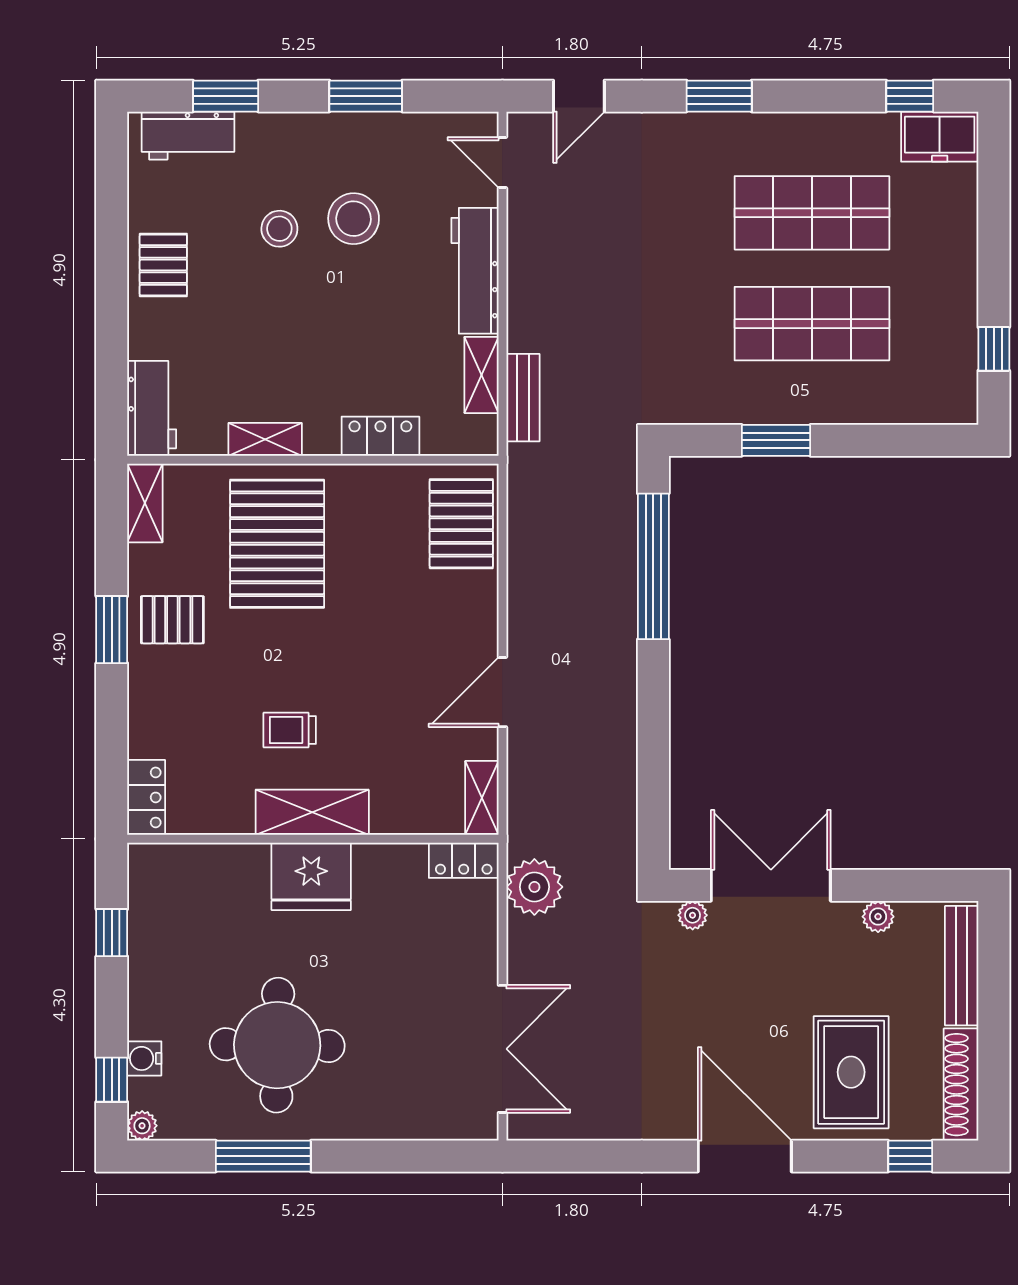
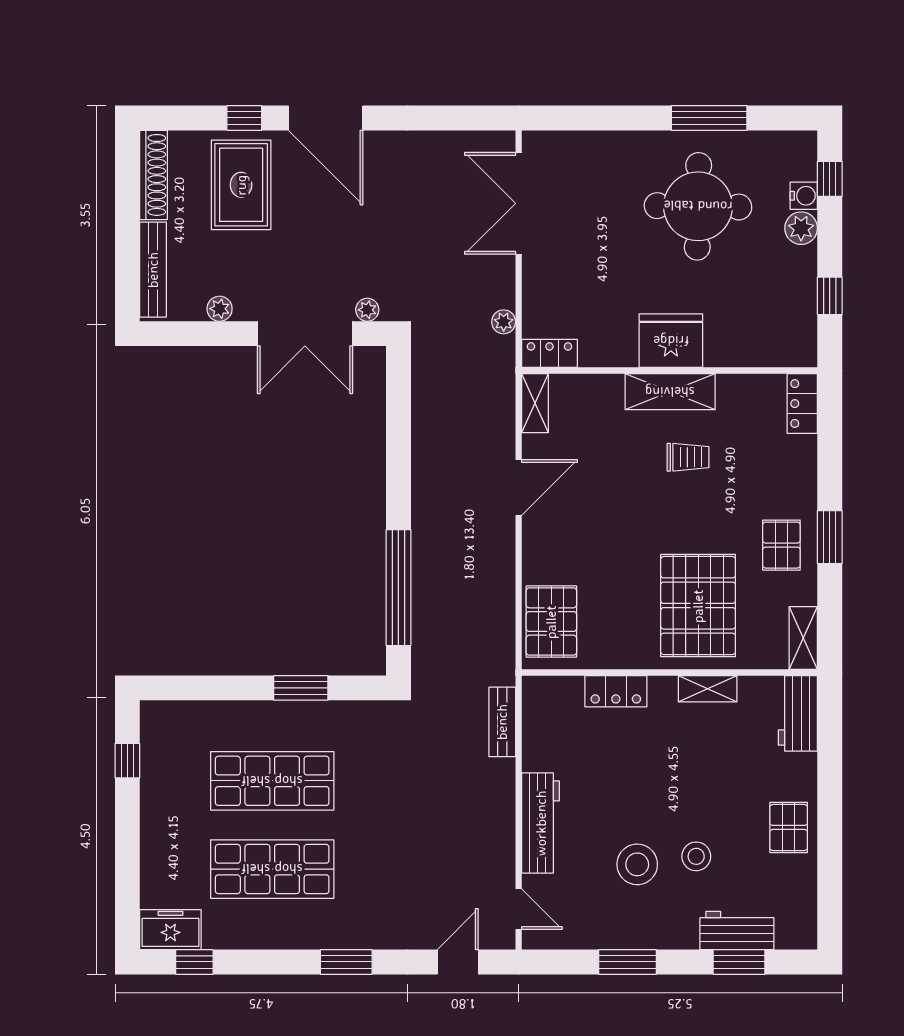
workbench: (188, 136) -> (737, 931), moved
shelving: (481, 375) -> (535, 740), removed
pallet: (172, 620) -> (781, 545), turned 90
plant: (534, 887) -> (504, 322), width x0.53, depth x0.53
plant: (142, 1126) -> (801, 228), moved, width x1.38, depth x1.38
window: (910, 1156) -> (244, 118), moved

